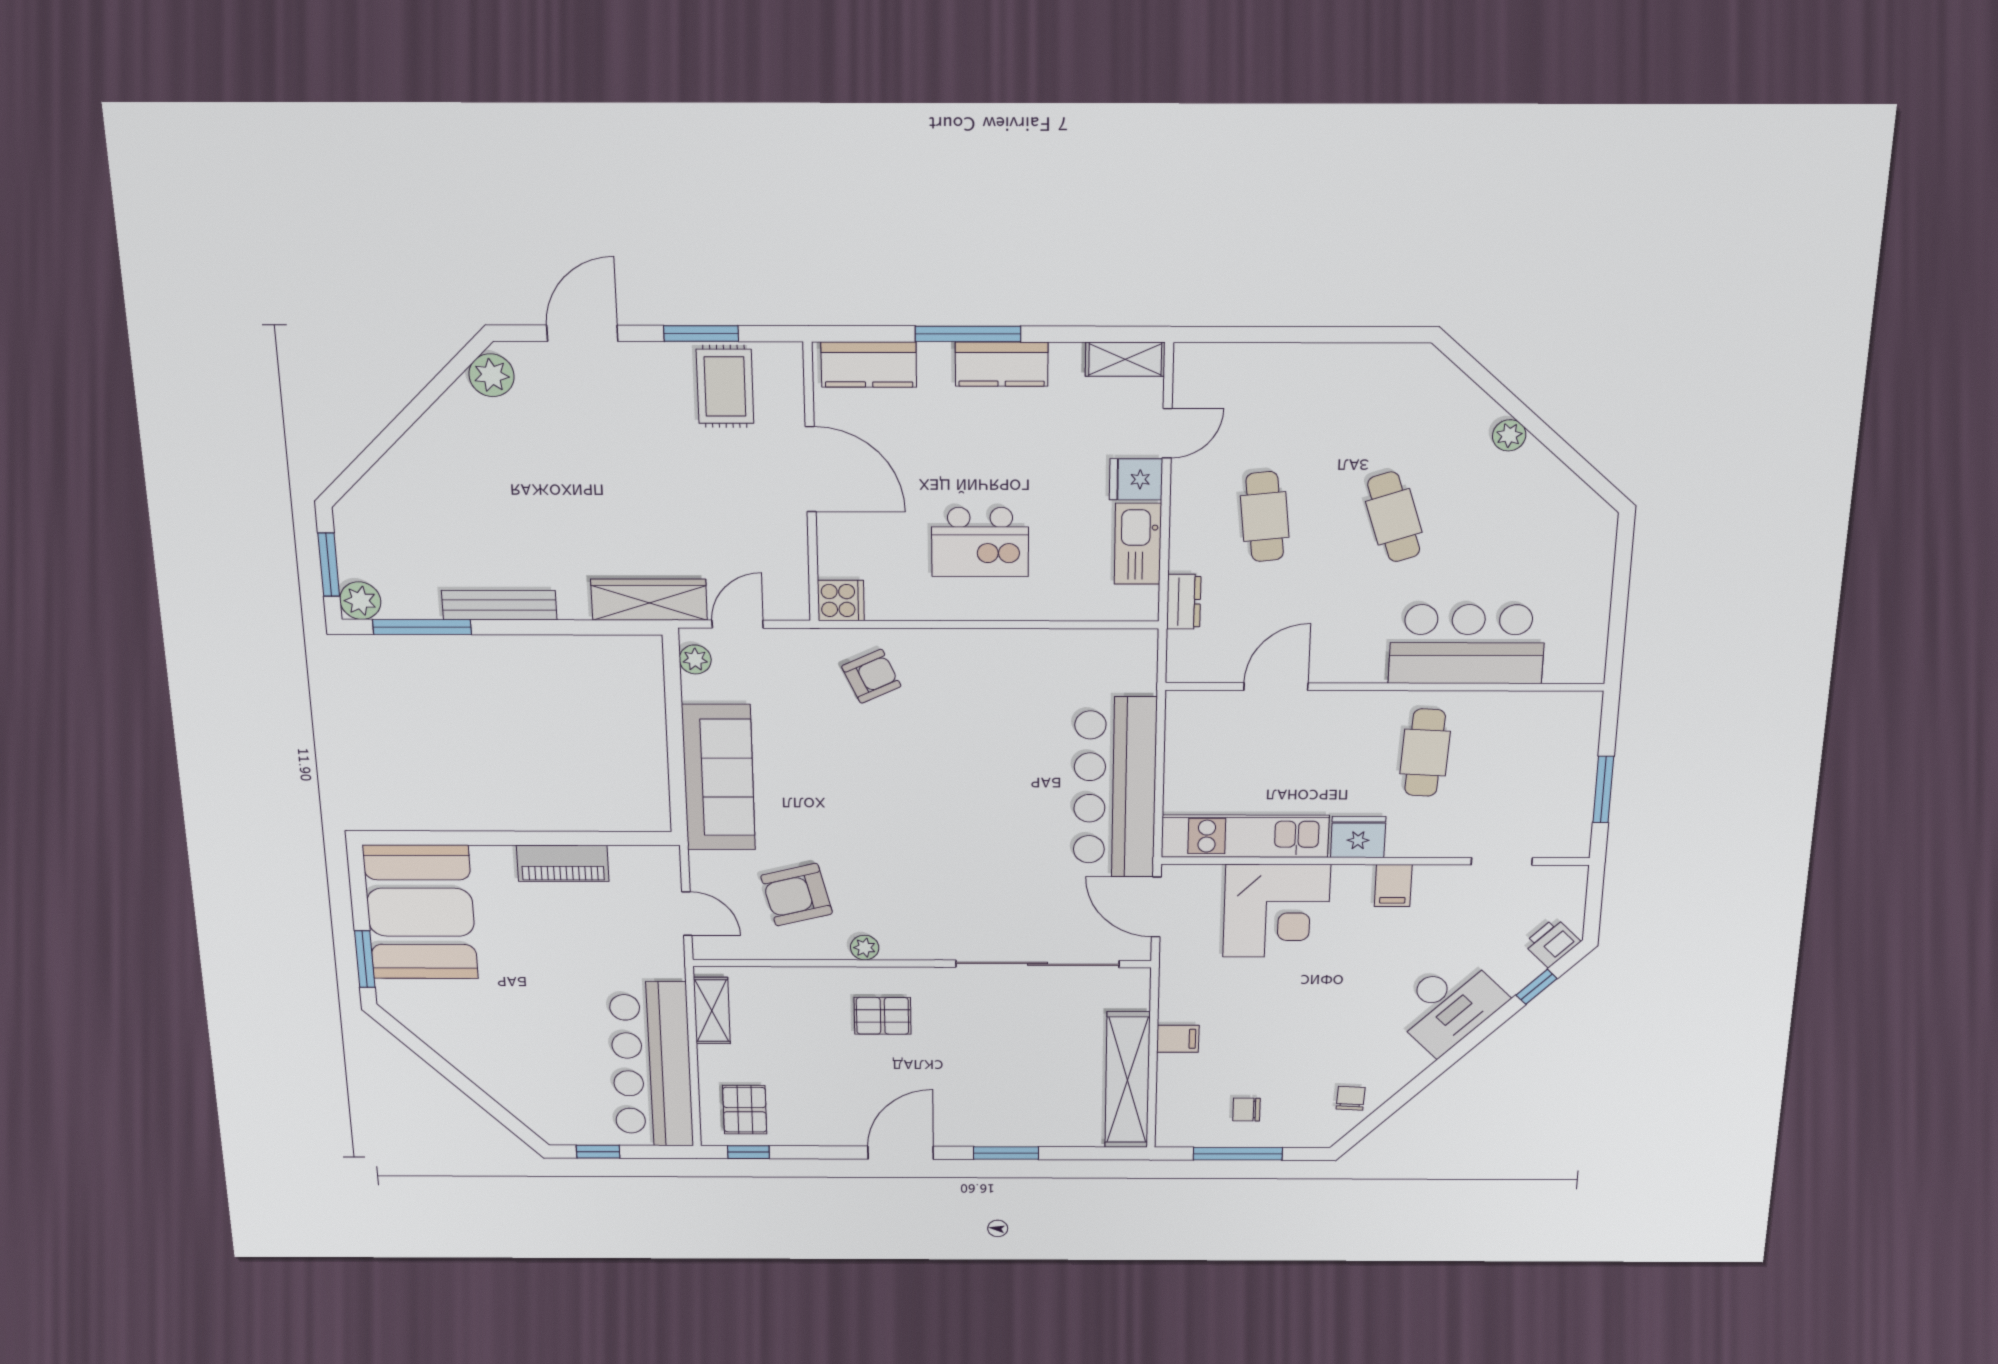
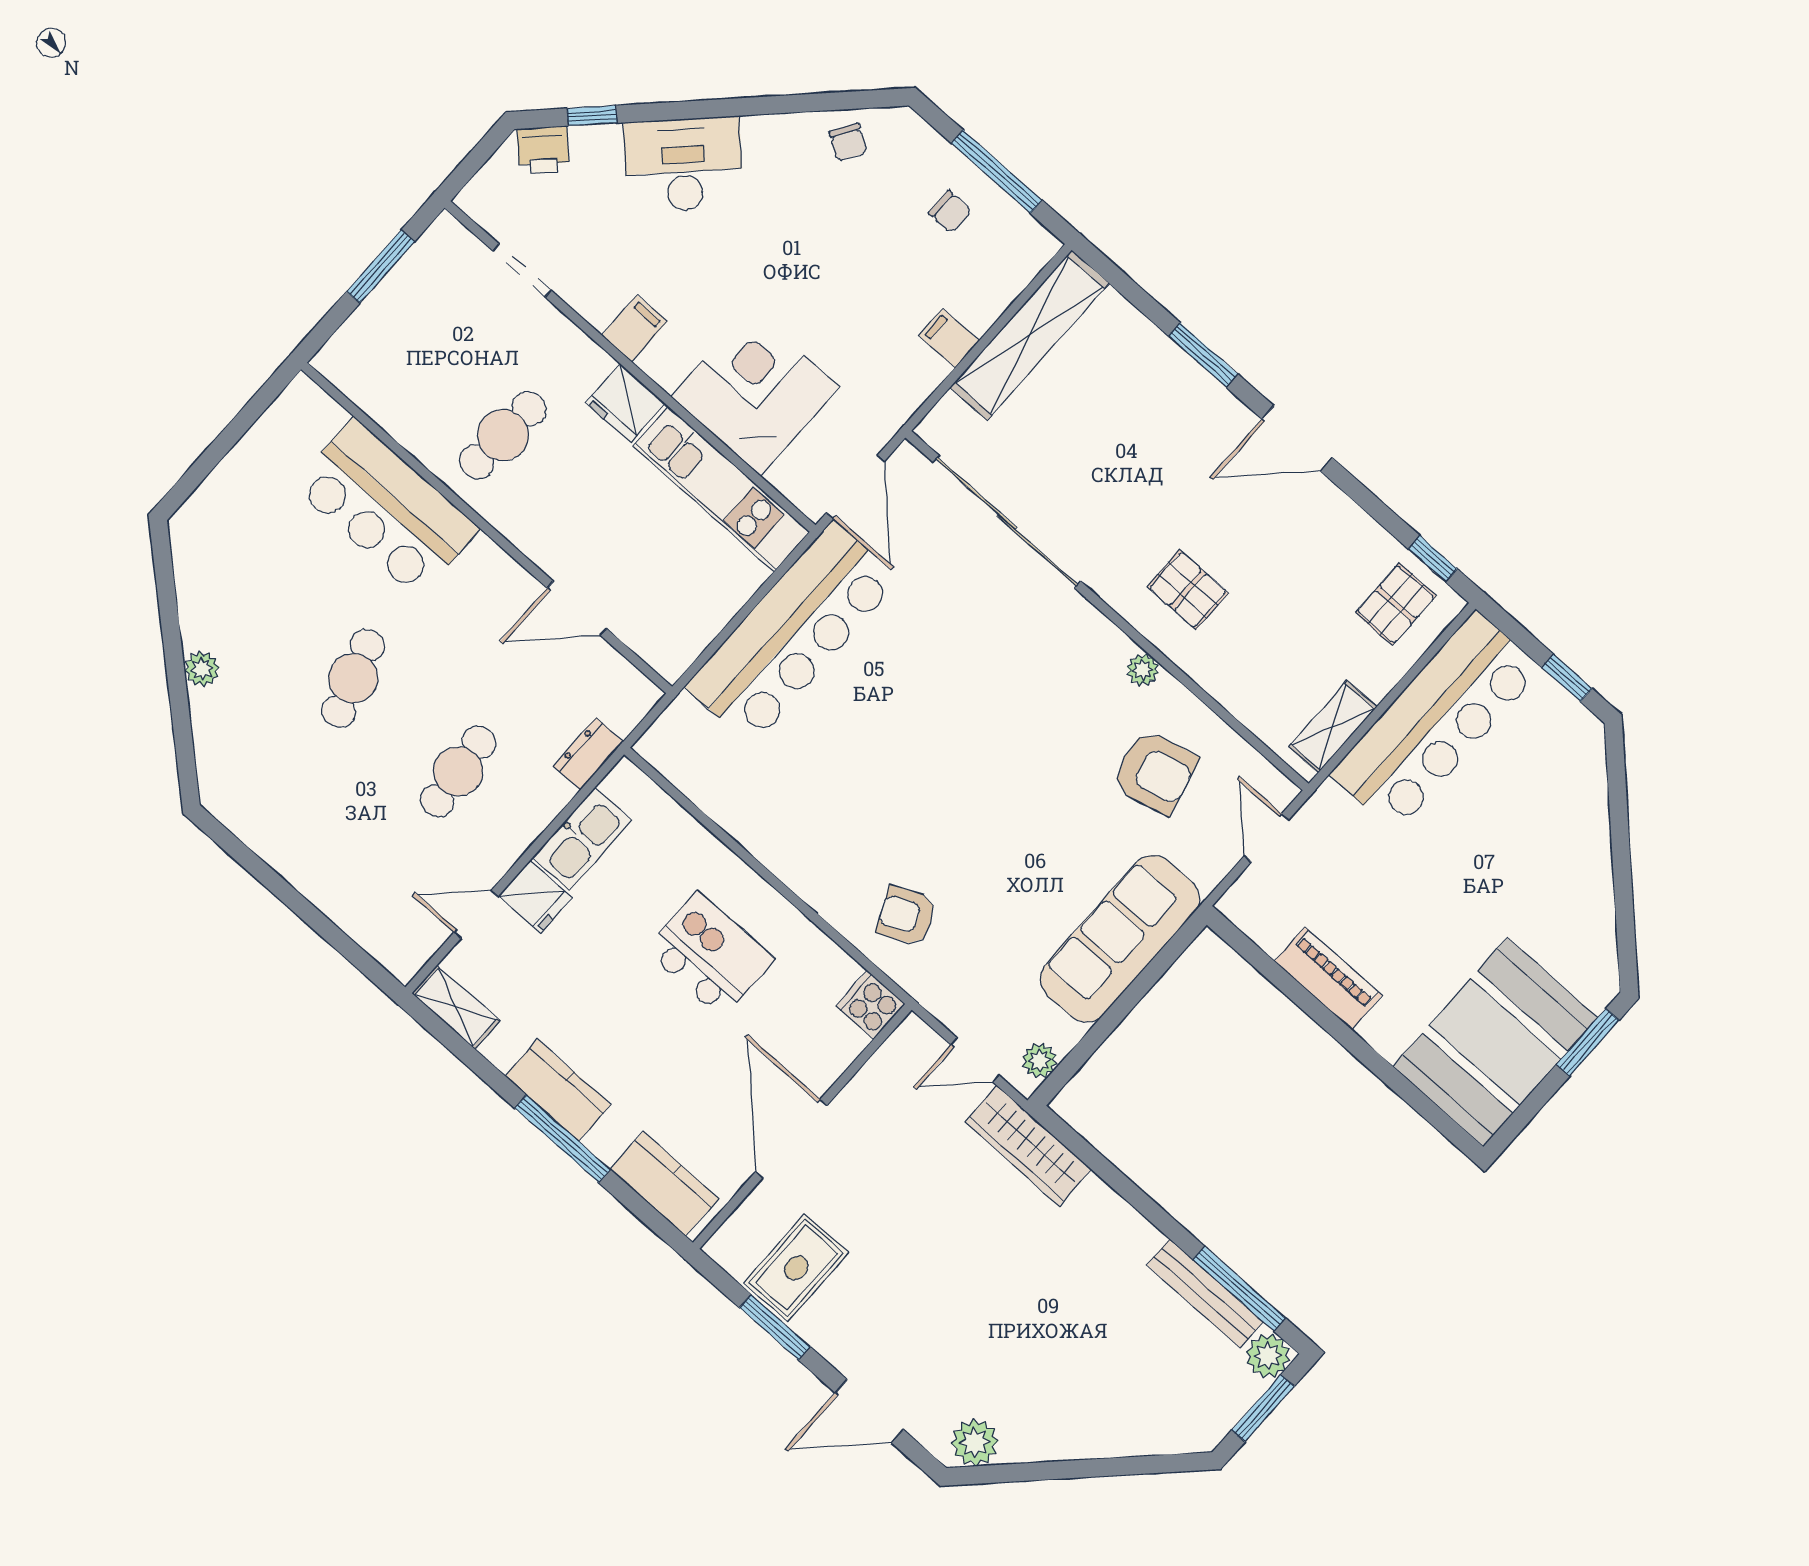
bench: (499, 605) -> (1205, 1293), moved
chair: (1351, 1098) -> (848, 142), turned -61

